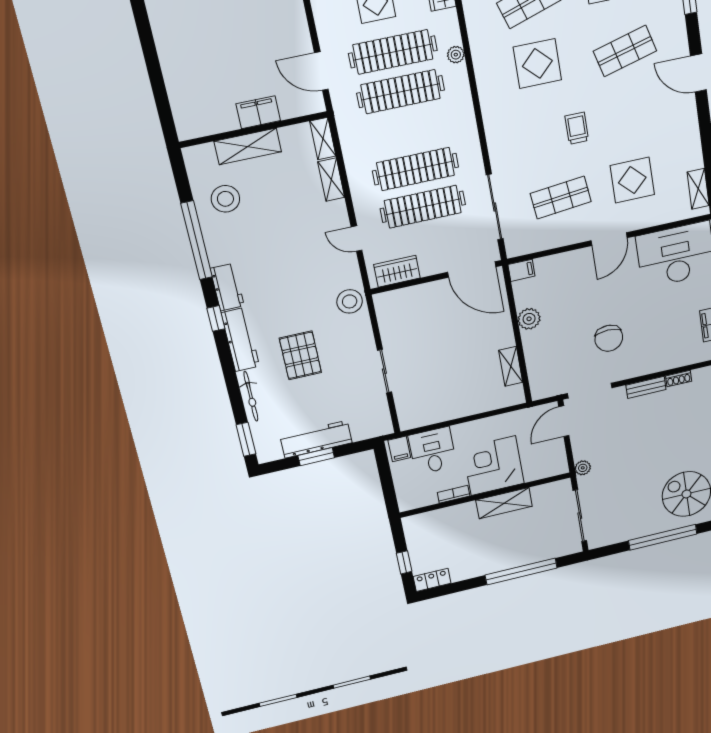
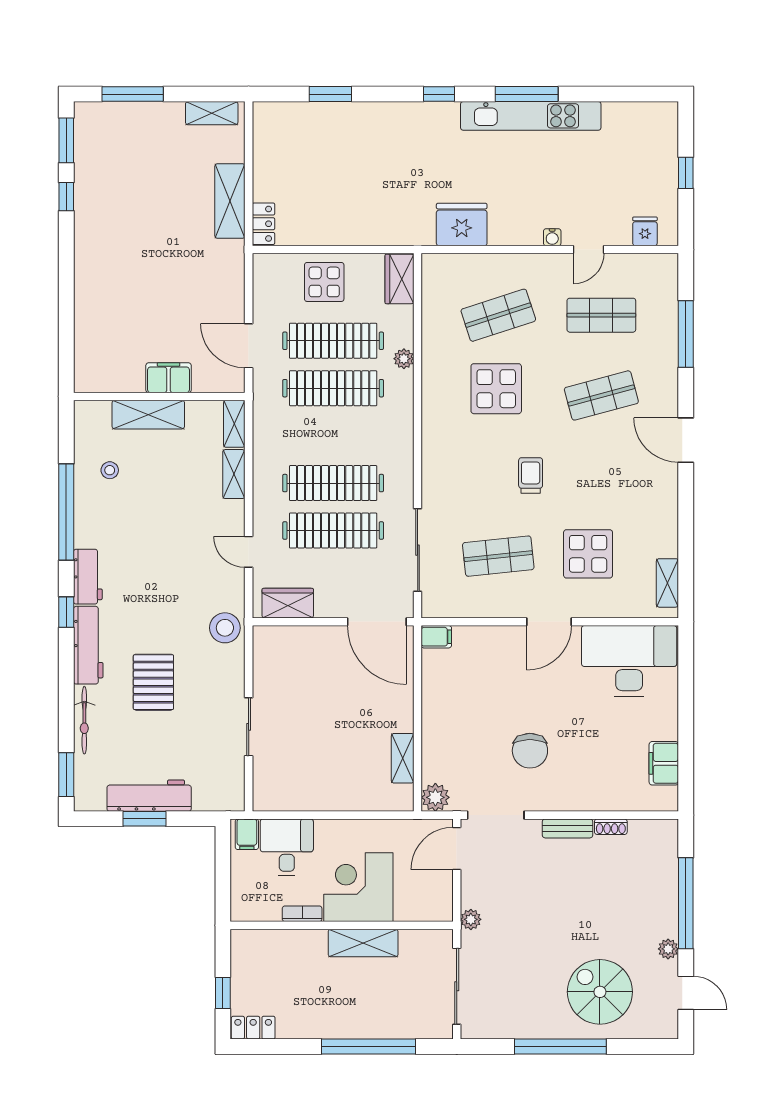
stool: (225, 199) -> (110, 470), width x0.53, depth x0.53
plant: (529, 319) -> (435, 797), moved

